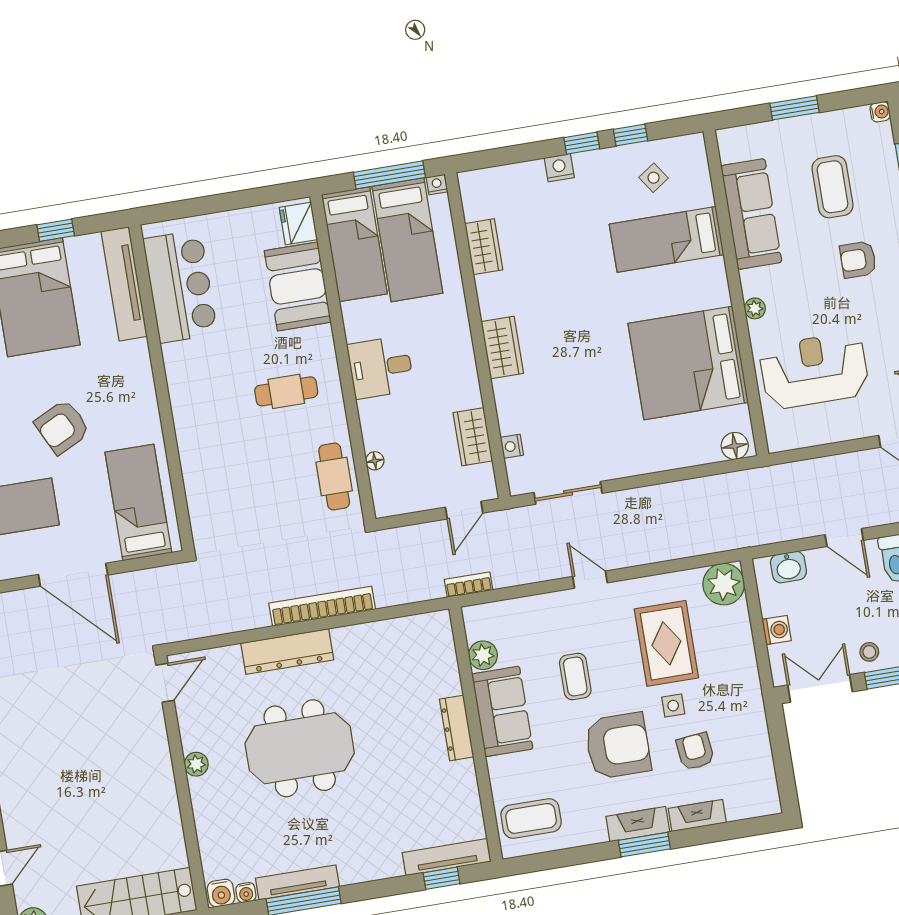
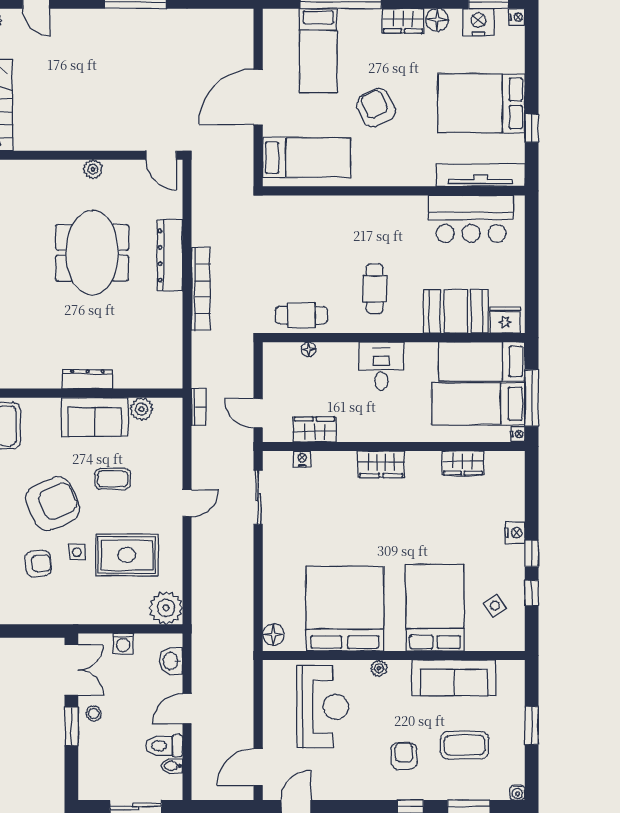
bed: (667, 239) -> (435, 608), width x1.50
armchair: (618, 746) -> (53, 503), turned -114

